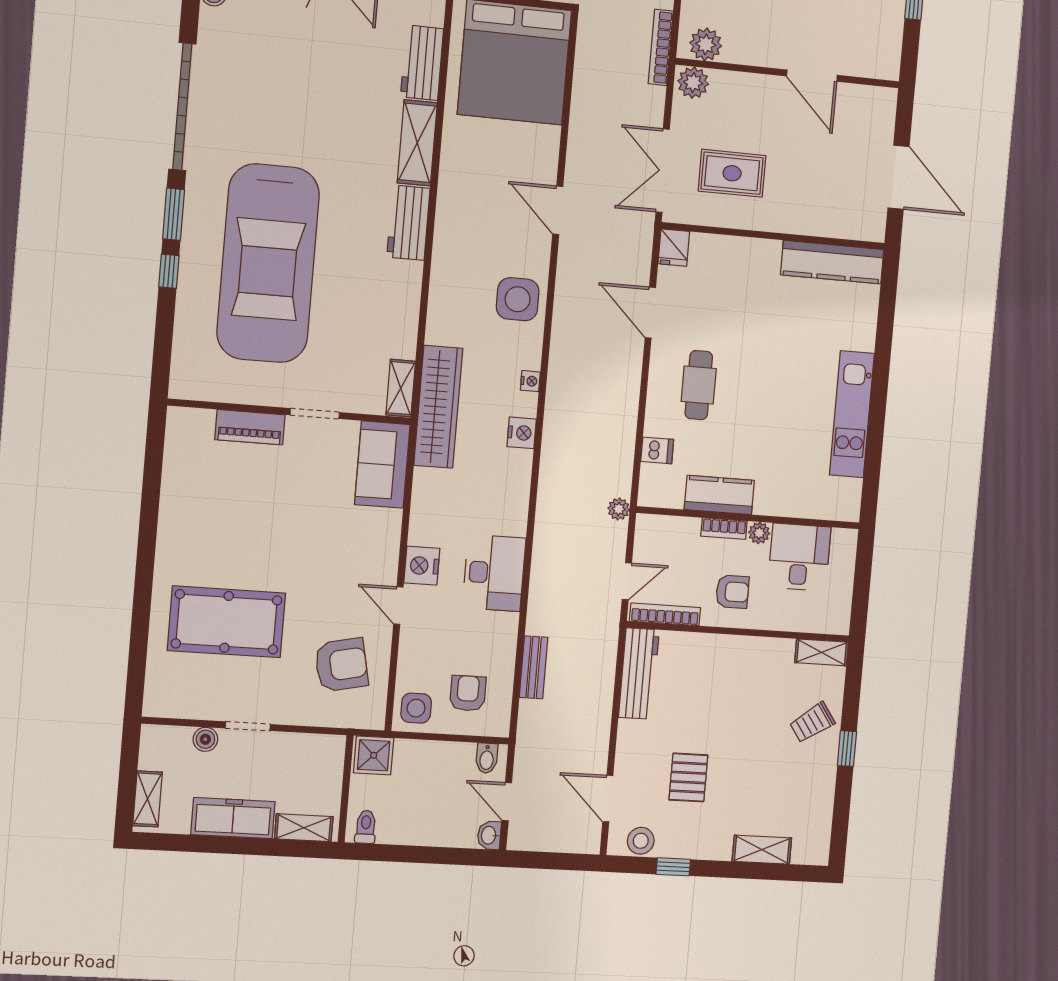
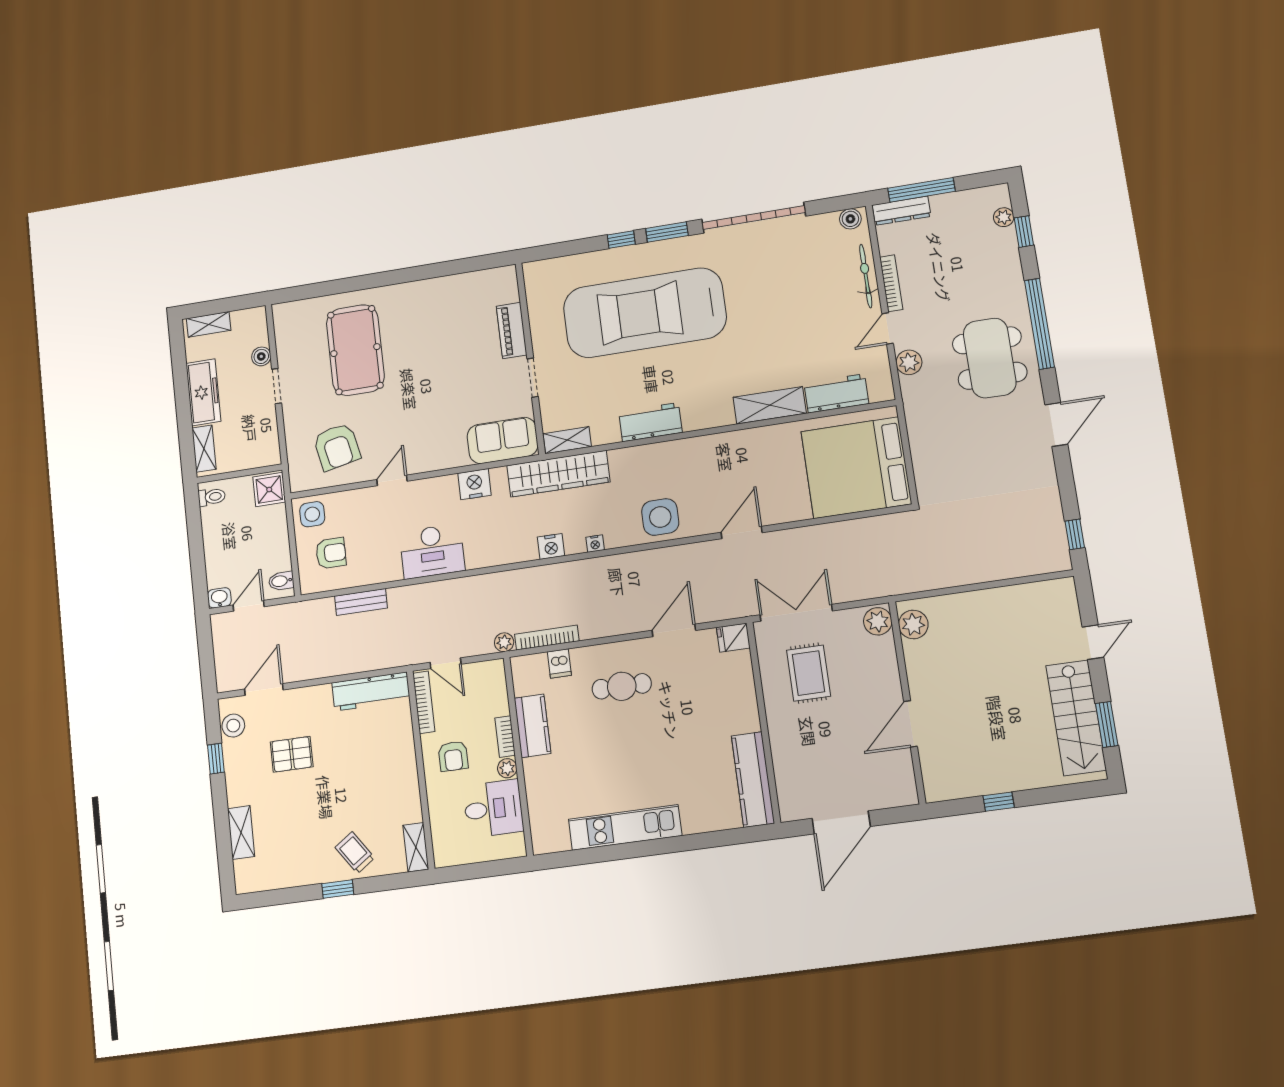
bookcase: (661, 47) -> (547, 638), moved
workbench: (408, 223) -> (650, 422), moved
nightstand: (422, 566) -> (475, 484), moved

